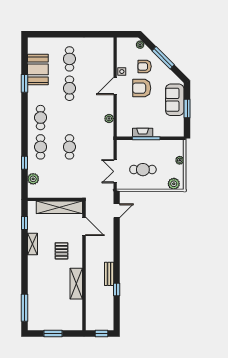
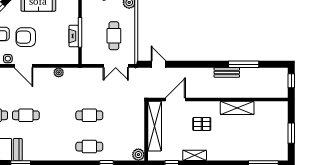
armchair: (142, 88) -> (26, 37), turned 90
cafe table: (41, 118) -> (58, 147), removed
plant: (33, 179) -> (138, 155), moved
window: (117, 289) -> (244, 64), width x2.17

